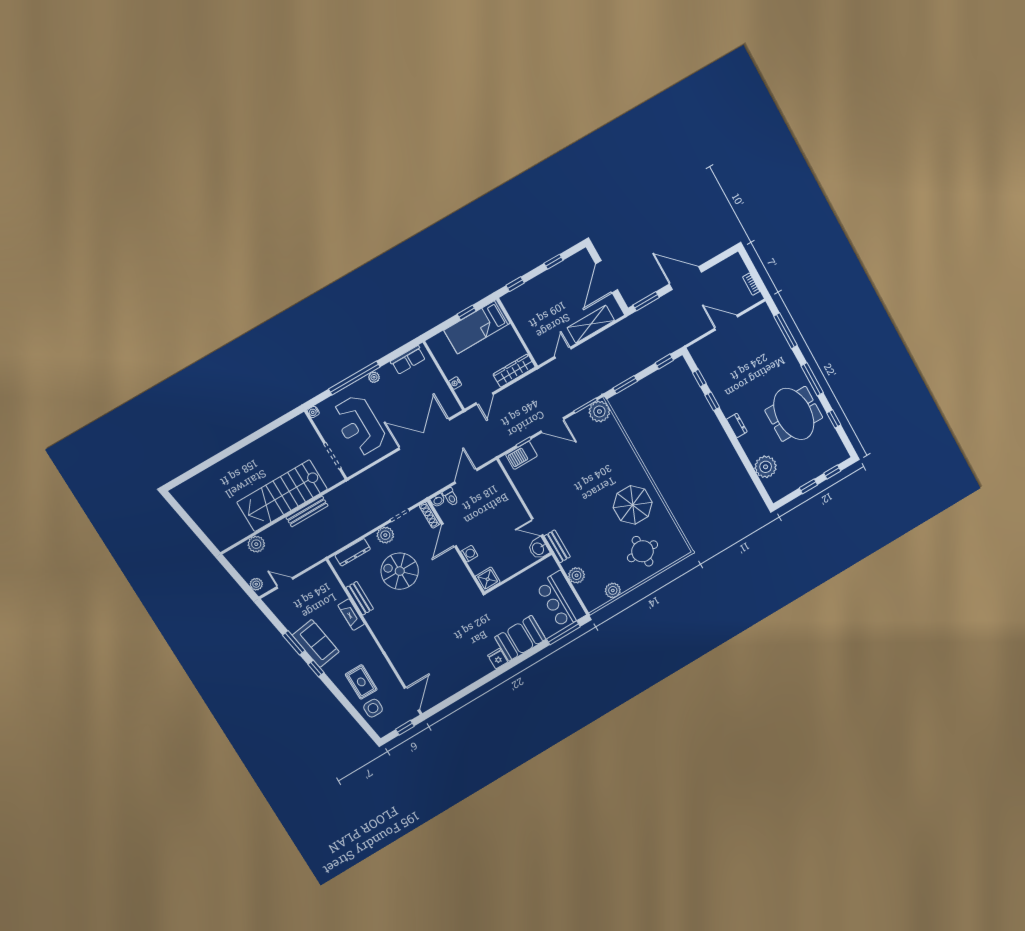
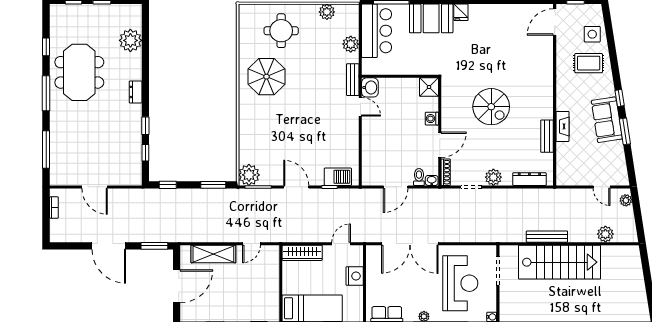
nightstand: (455, 383) -> (355, 276), width x1.89, depth x1.79
spiral stairs: (400, 571) -> (491, 107), moved
rug: (361, 682) -> (589, 63), turned 90

